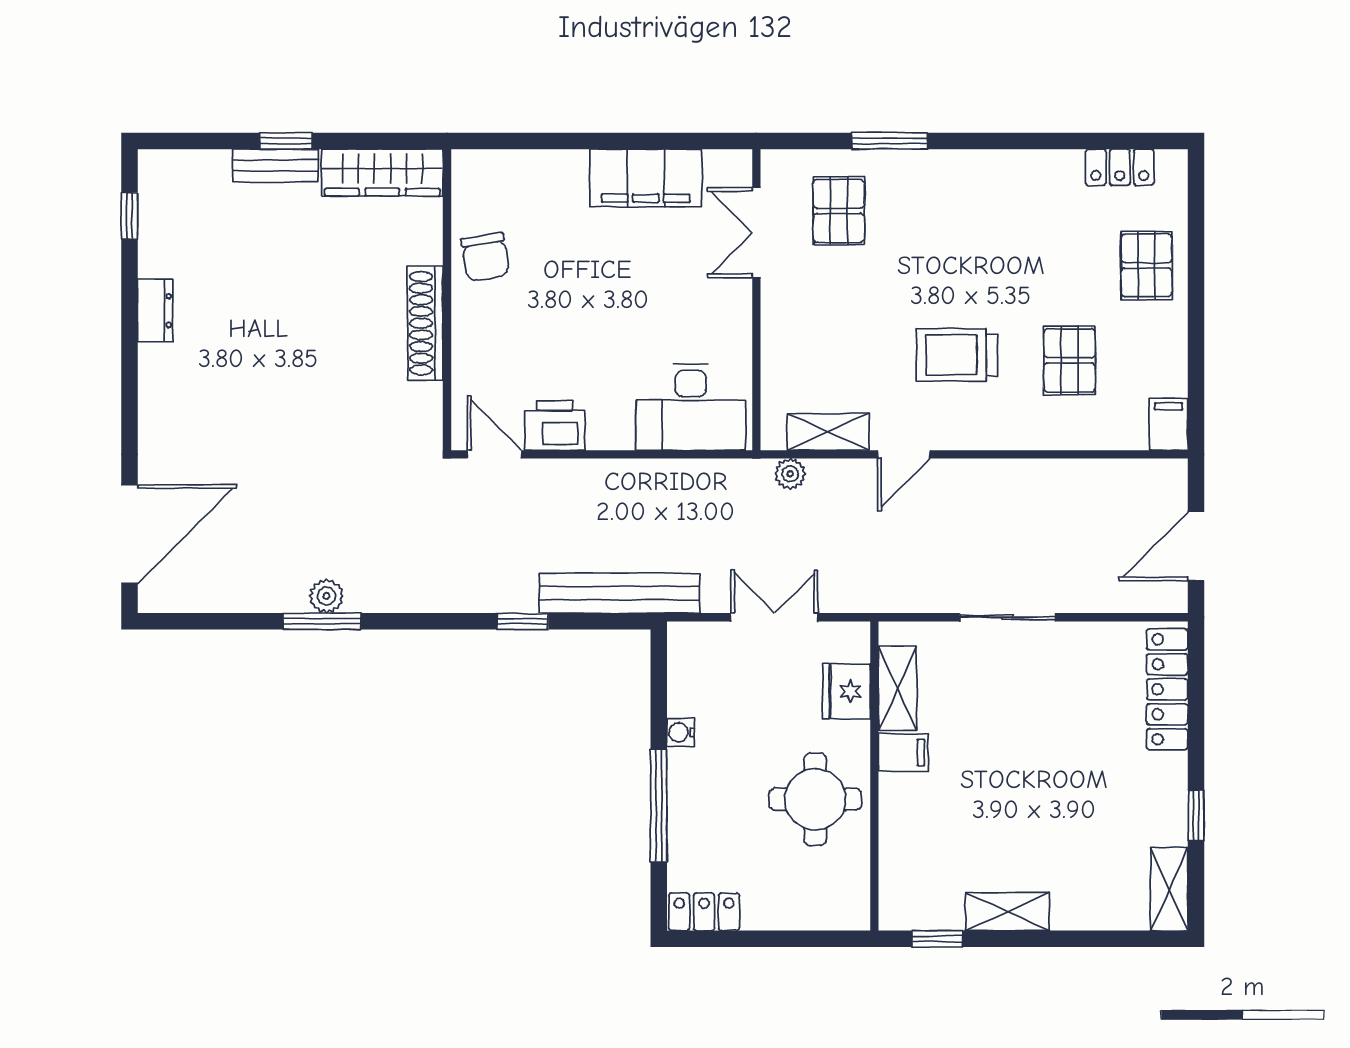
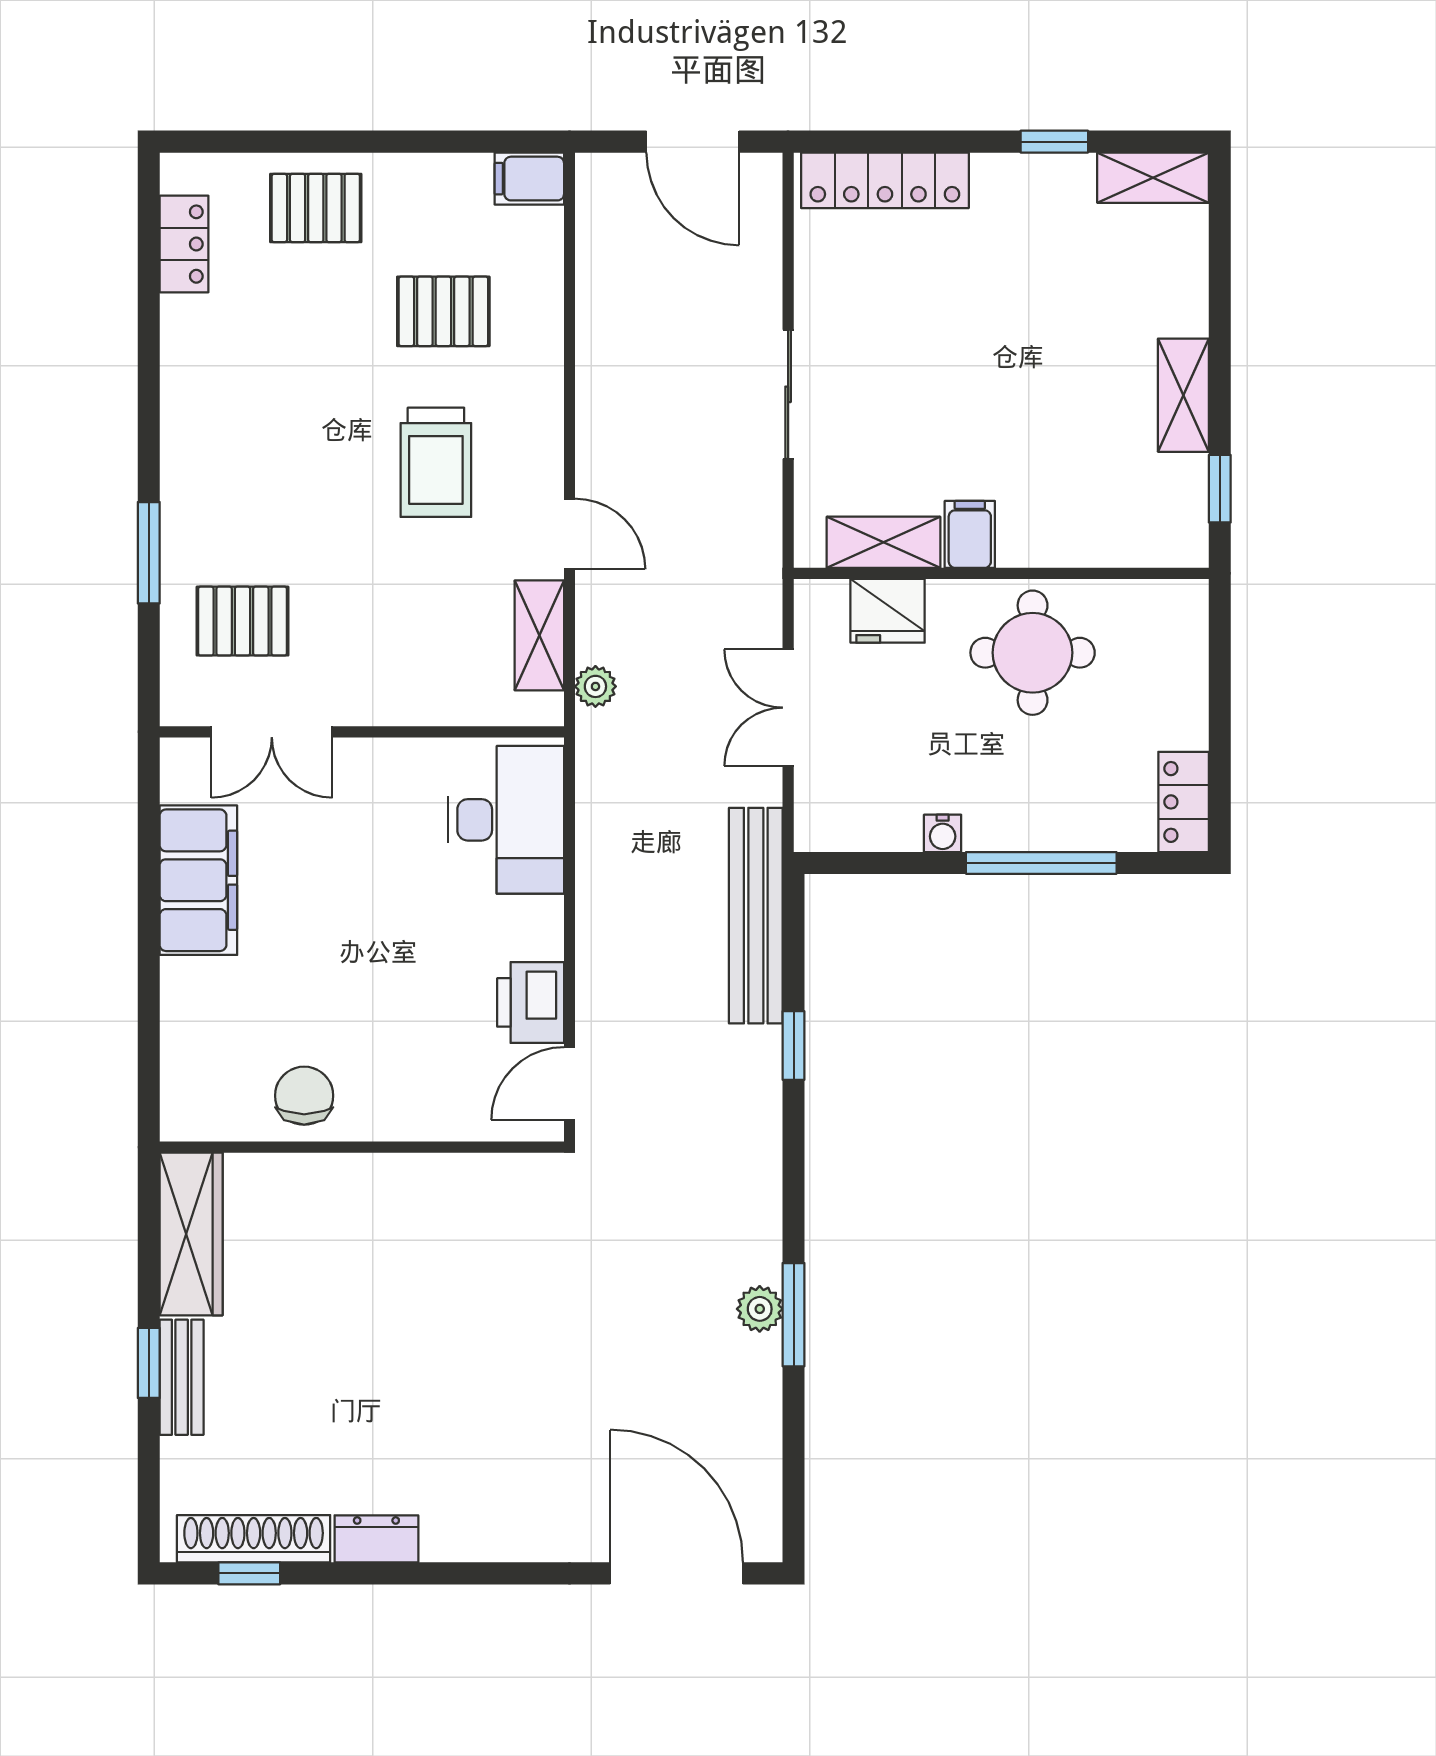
chair: (485, 257) -> (304, 1096), turned -81
shoe rack: (425, 323) -> (254, 1539), moved, turned 180

